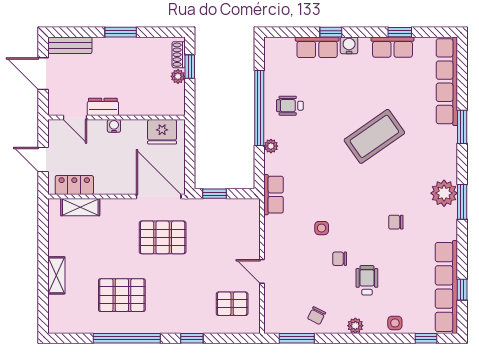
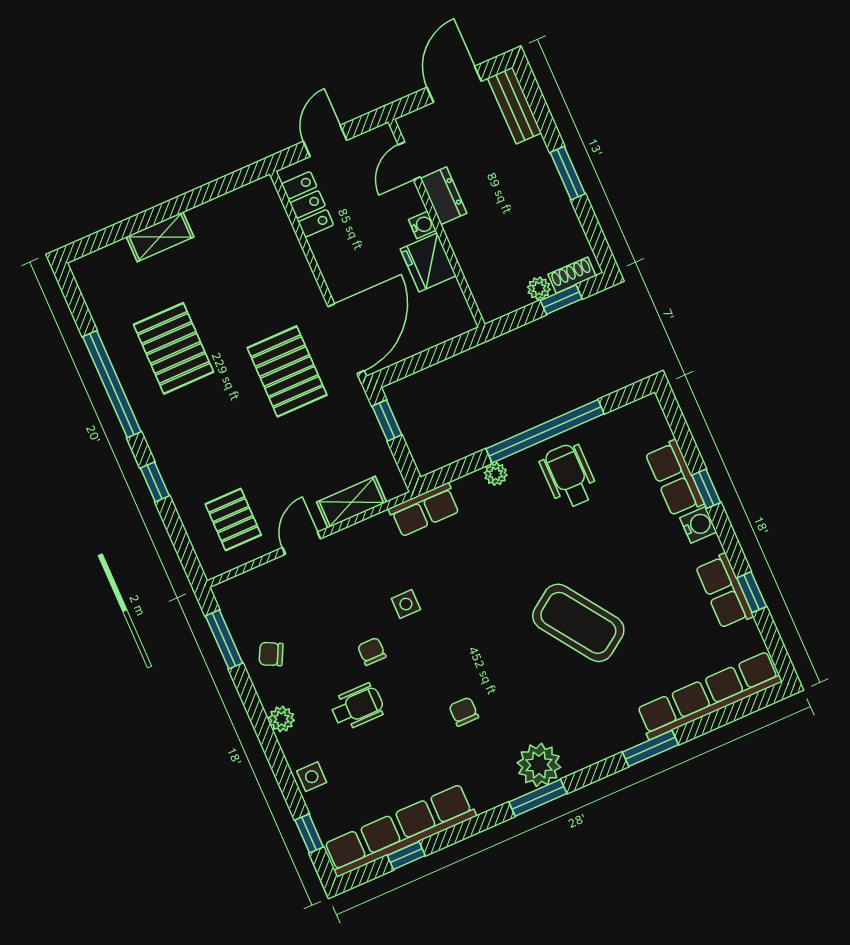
wheelchair: (290, 106) -> (569, 476), width x1.36, depth x1.37
fridge: (162, 132) -> (428, 262), moved
shelving: (80, 207) -> (352, 502), moved, turned 90

